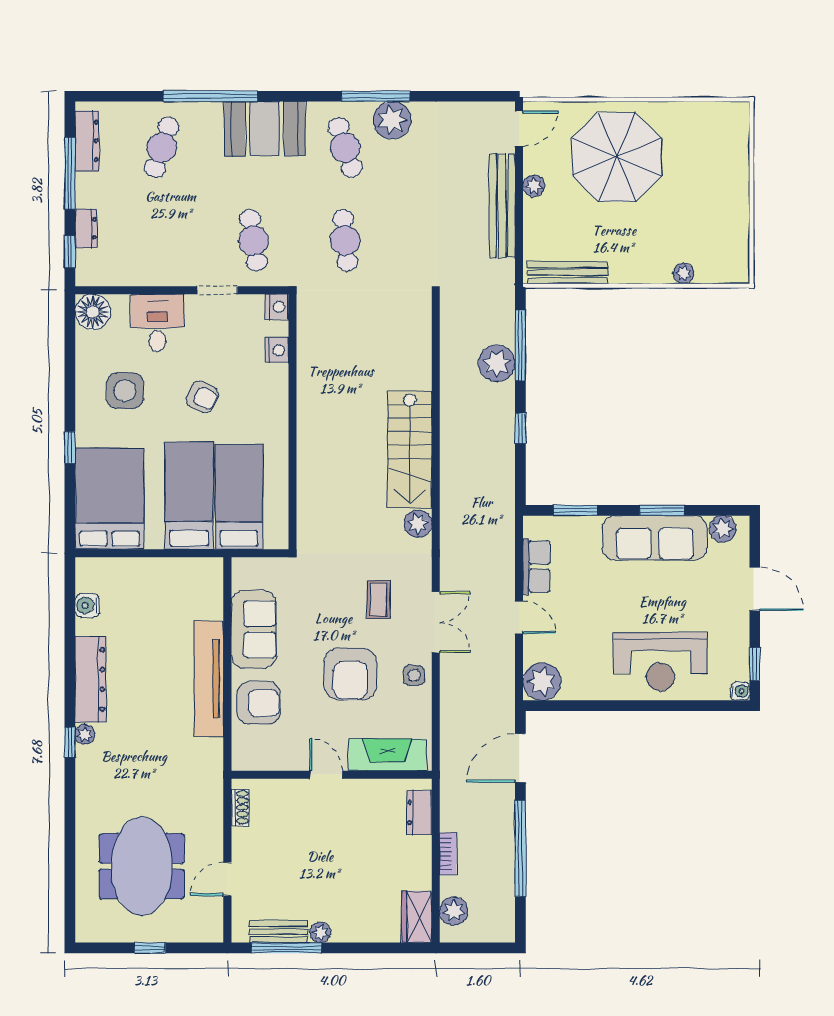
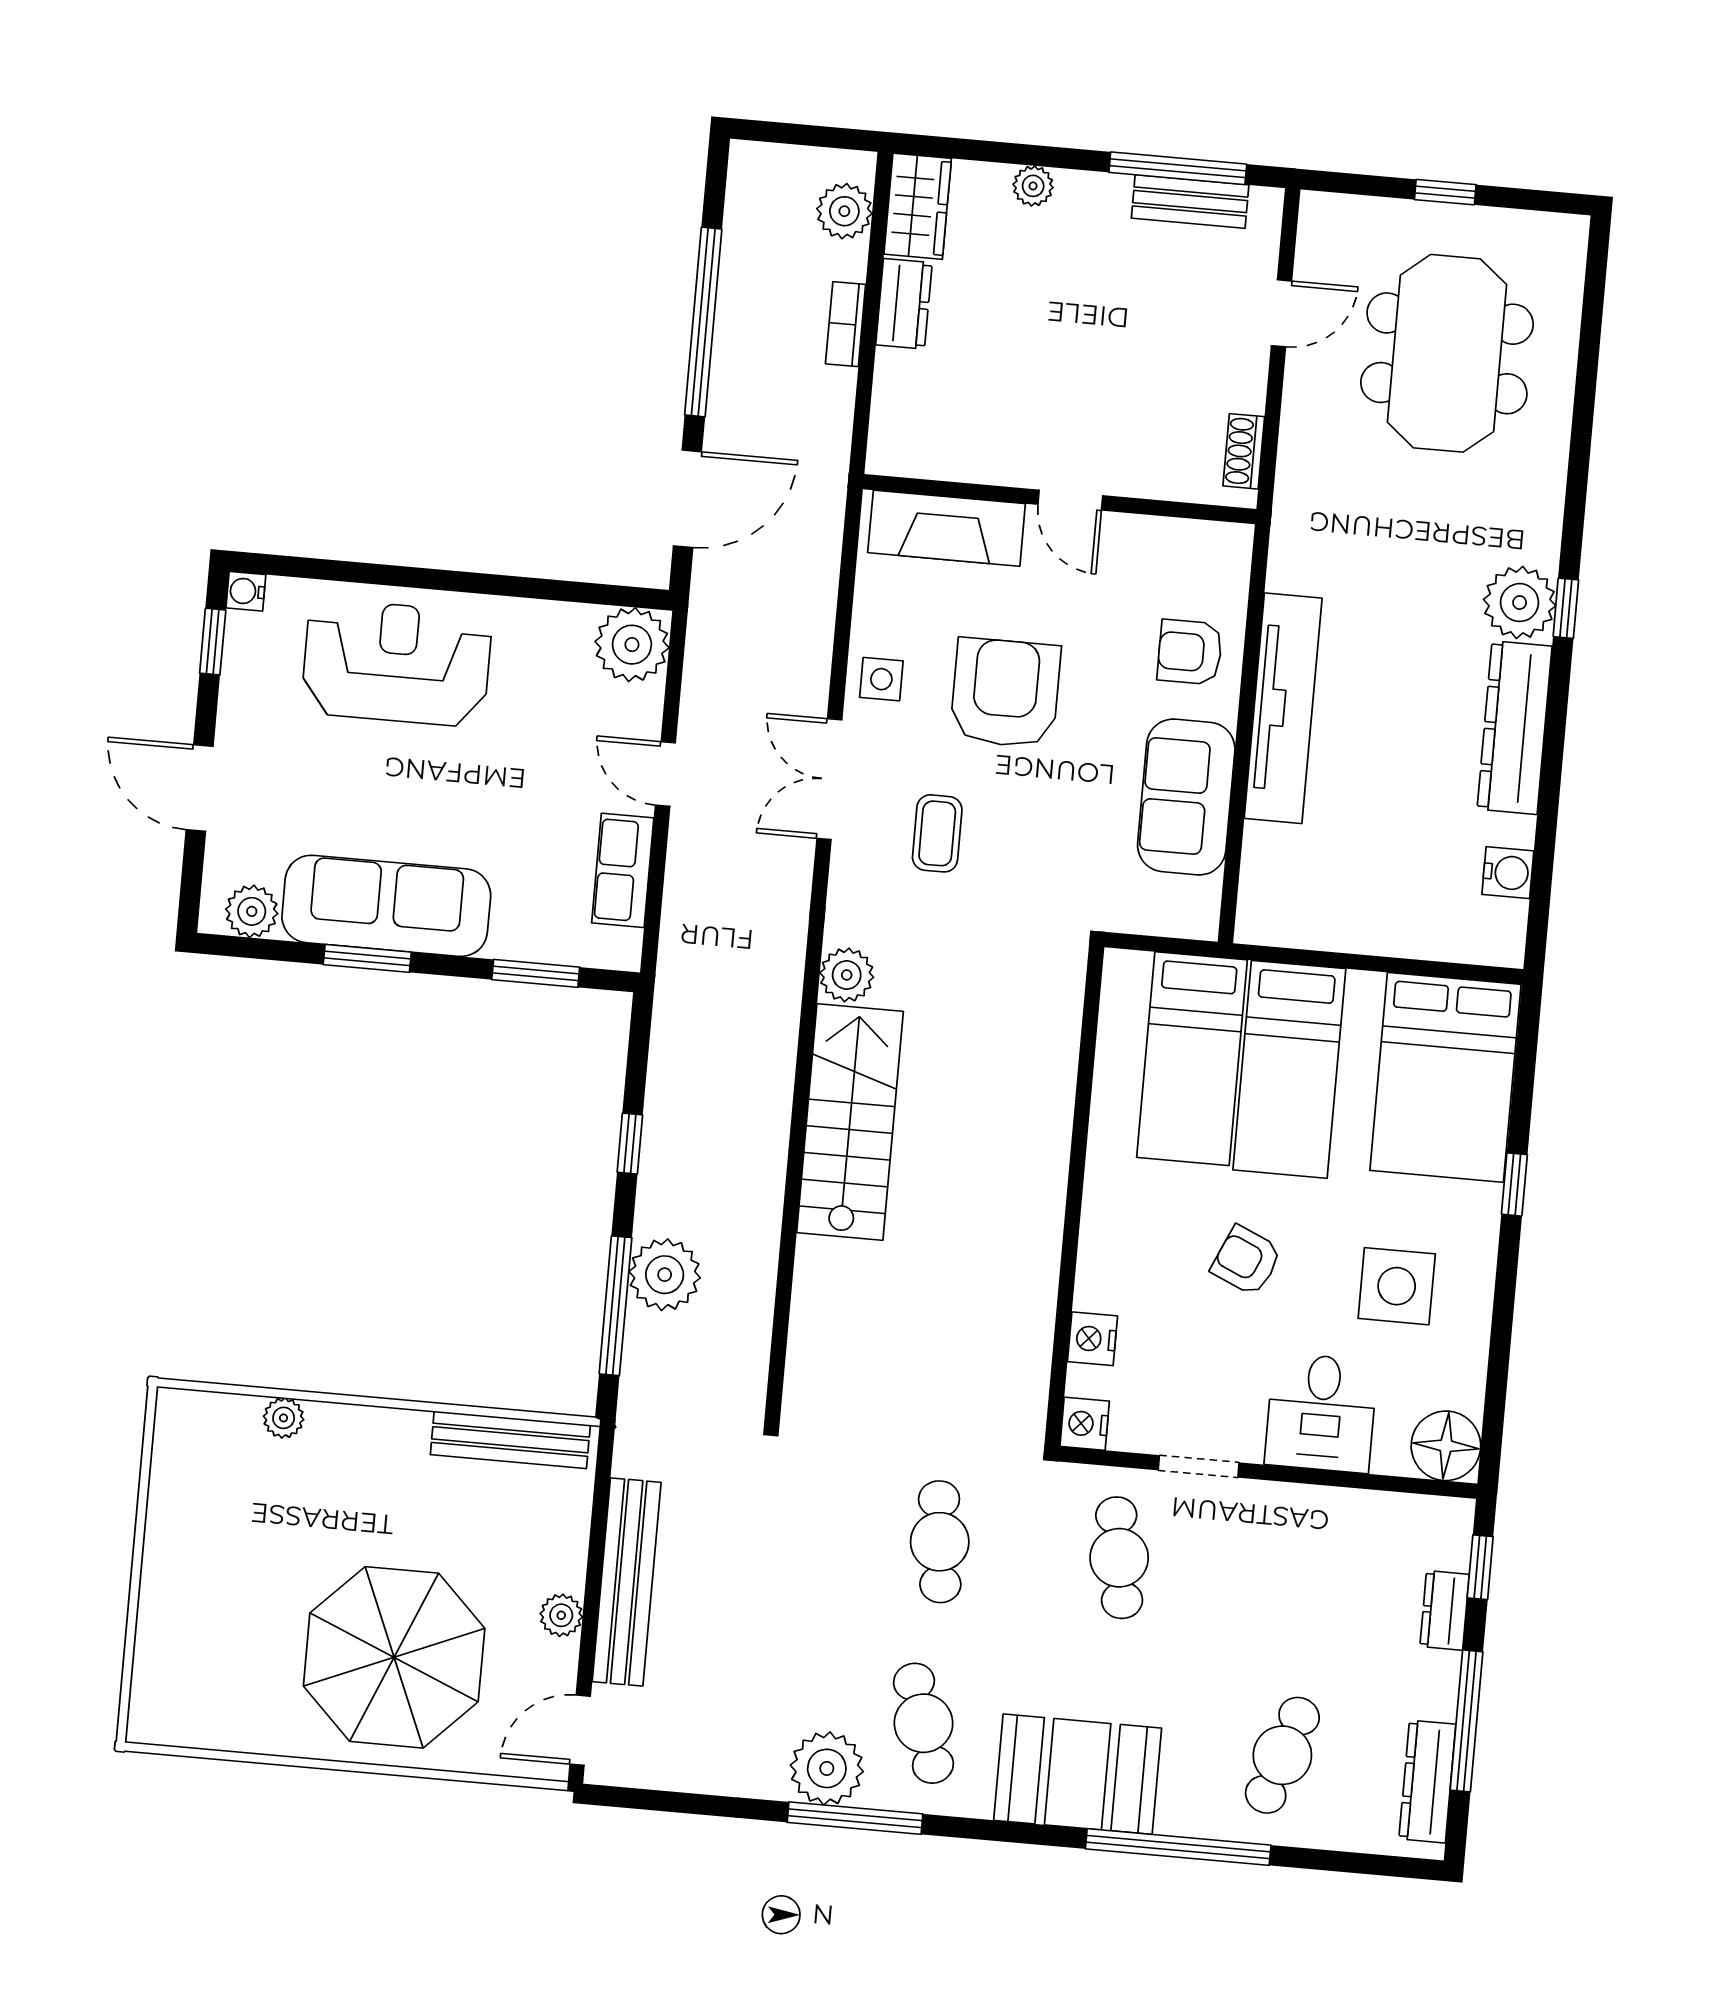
armchair: (259, 703) -> (1190, 652), width x0.72, depth x0.72
plant: (85, 734) -> (1520, 603), width x1.87, depth x1.87
dresser: (419, 812) -> (904, 304), moved
plant: (320, 932) -> (1033, 186), moved

